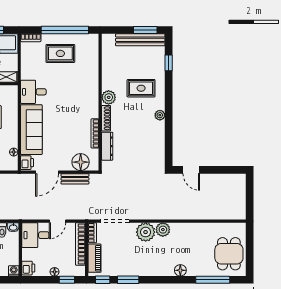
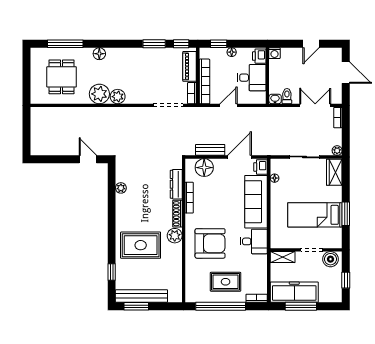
rug: (141, 88) -> (141, 245), width x1.36, depth x1.43
armchair: (75, 90) -> (210, 243), added
plant: (160, 115) -> (121, 188), moved
plant: (146, 232) -> (99, 94), moved
desk: (35, 235) -> (252, 78), moved
dining table: (229, 254) -> (62, 77), moved

